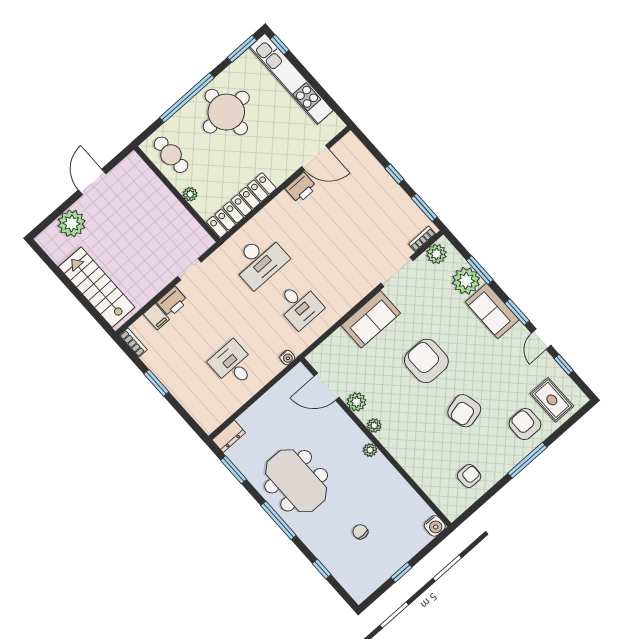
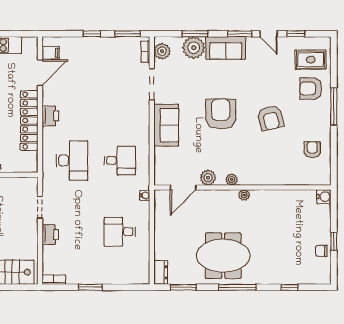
printer: (301, 188) -> (50, 116), moved
locker: (241, 205) -> (29, 121), moved
filing cabinet: (156, 317) -> (51, 53), moved
armchair: (426, 361) -> (221, 114), turned 90
chair: (360, 532) -> (321, 251), moved

